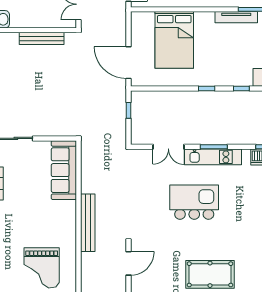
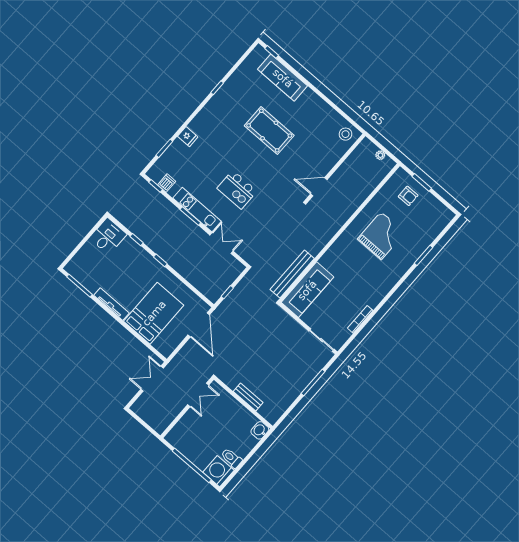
tv unit: (236, 17) -> (112, 304), moved
bench: (42, 38) -> (248, 397), width x0.73
kitchen island: (194, 202) -> (237, 190), width x0.73, depth x0.78
bench: (88, 223) -> (292, 274), moved

